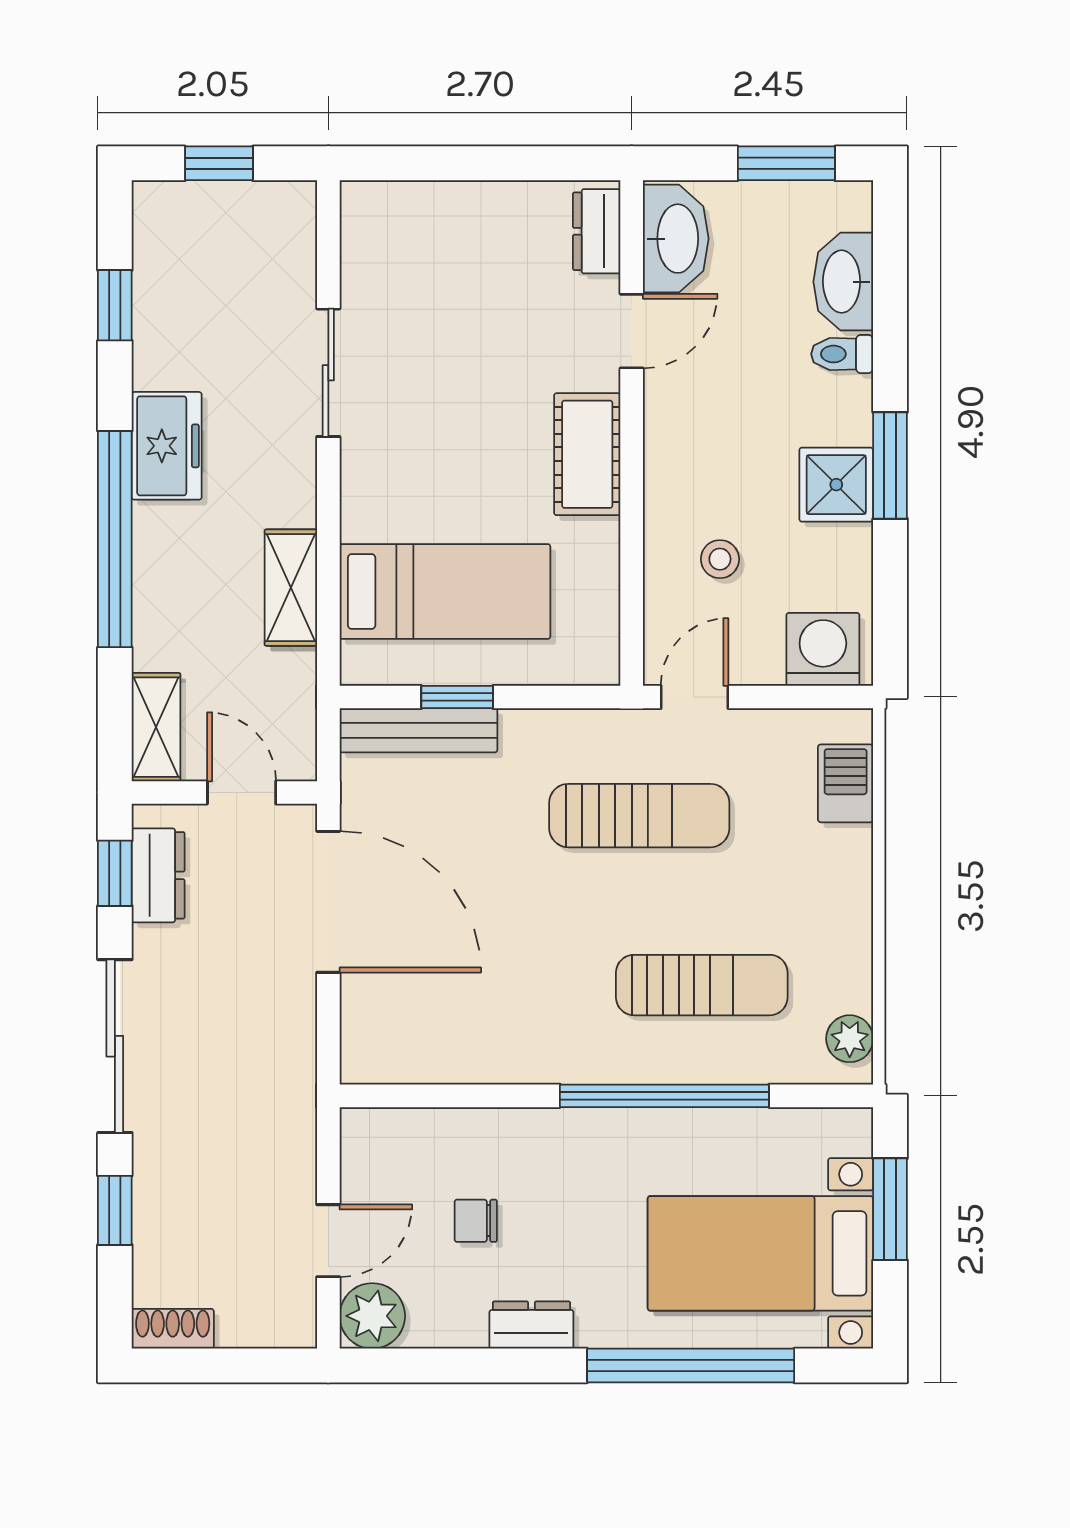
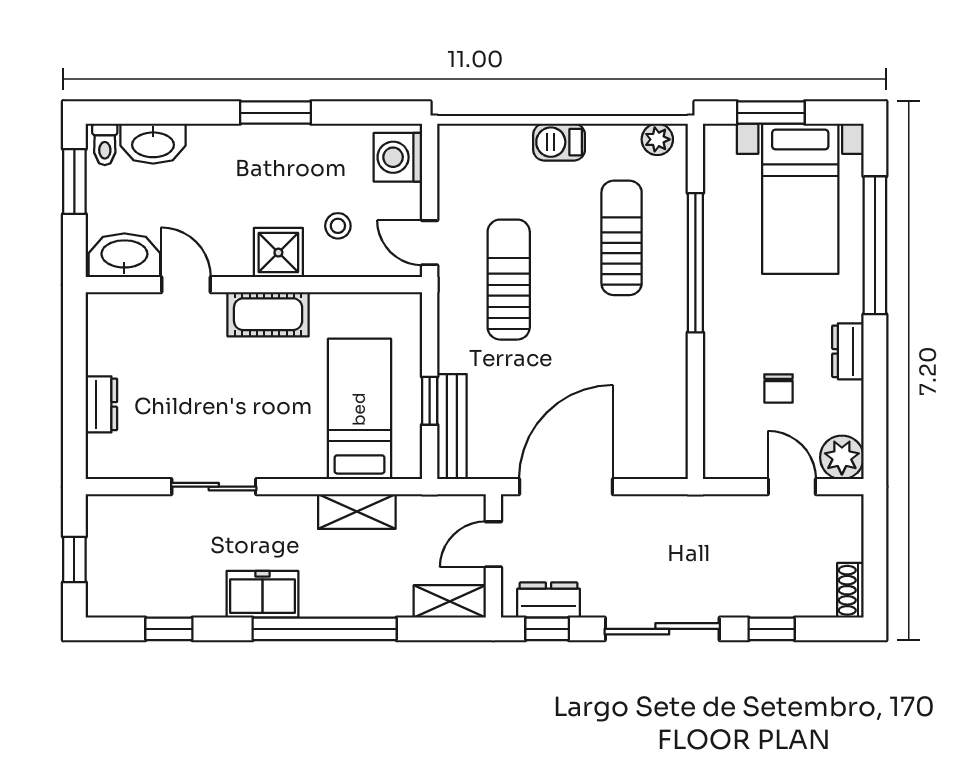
dresser: (597, 231) -> (101, 404), moved, turned -90
toilet: (842, 354) -> (105, 144), moved
shower: (836, 485) -> (278, 253), moved
barbecue: (846, 783) -> (559, 142), moved

